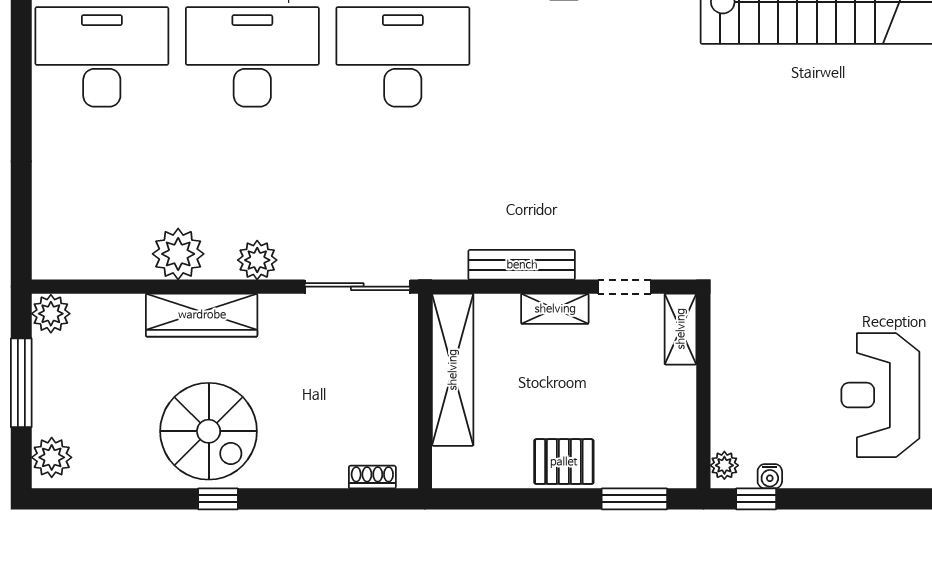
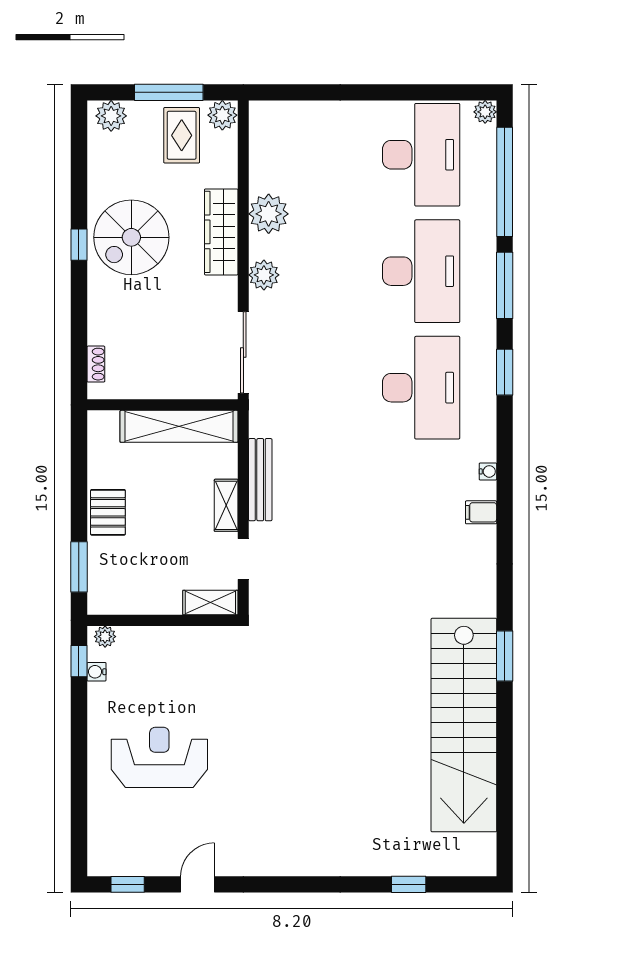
rug: (77, 366) -> (182, 135), added

